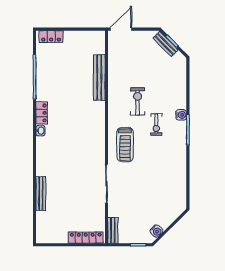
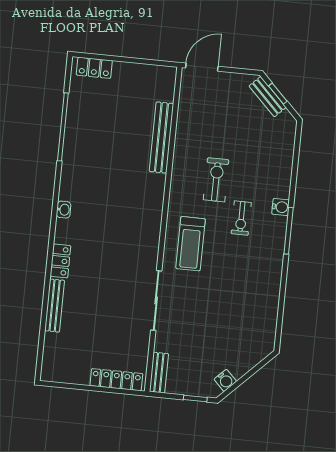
locker: (42, 113) -> (60, 261), moved

